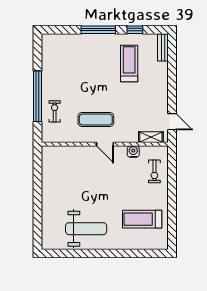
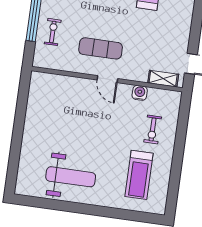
exercise bike: (154, 171) -> (153, 130), moved
treadmill: (142, 219) -> (139, 175), turned -90

